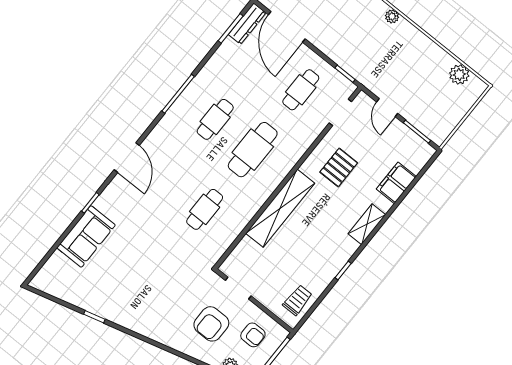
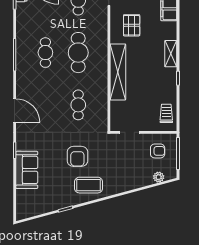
shelving: (367, 224) -> (171, 54), moved
coffee table: (143, 311) -> (89, 185), added
armchair: (211, 324) -> (77, 156), moved

